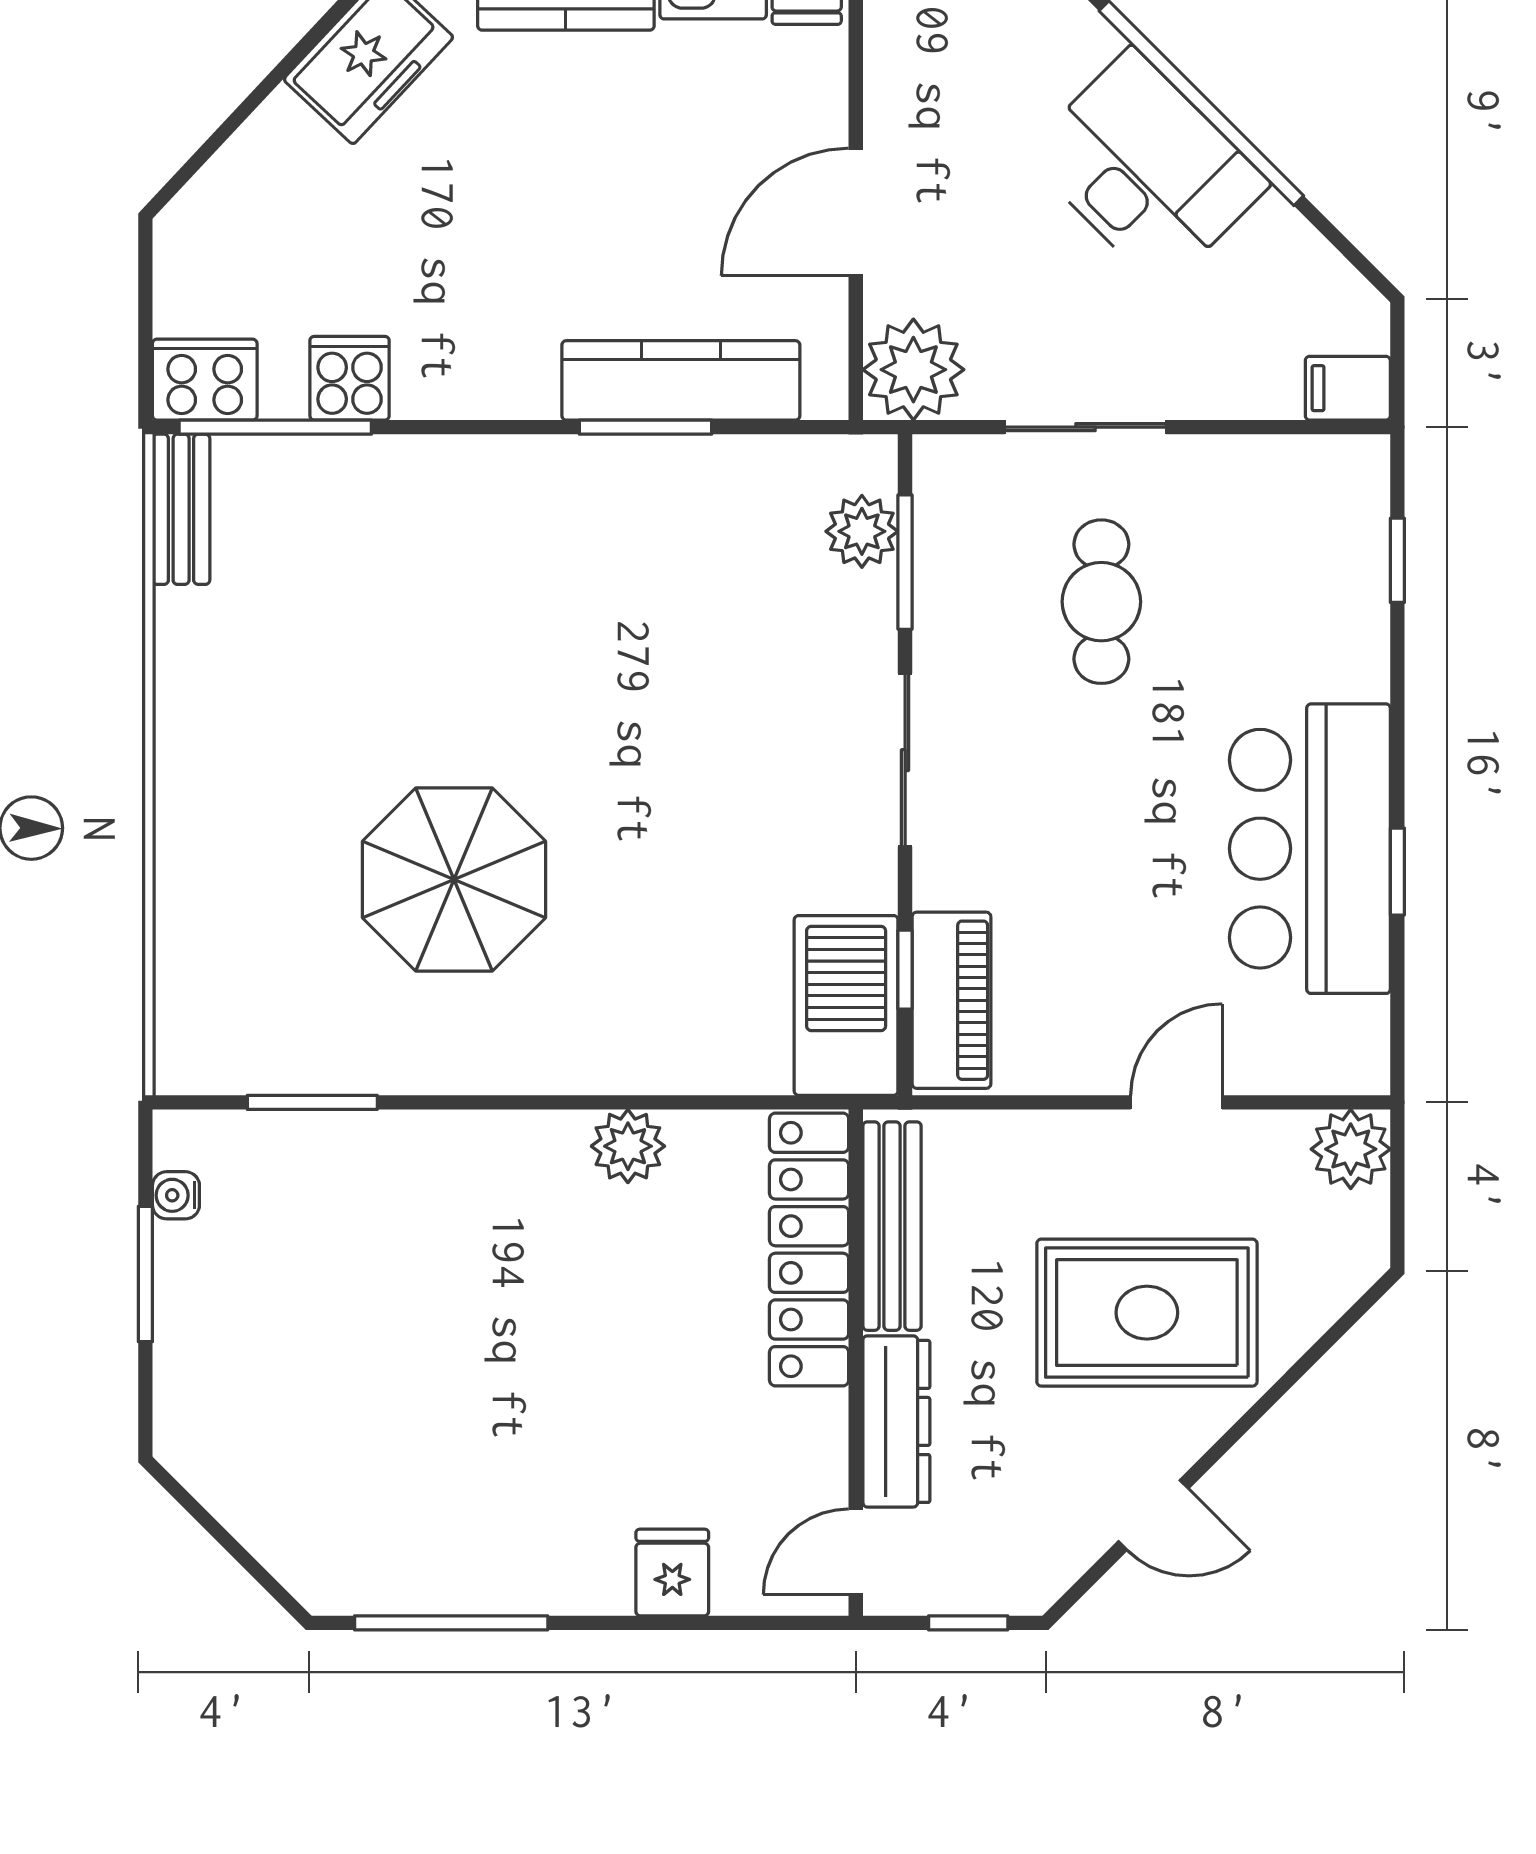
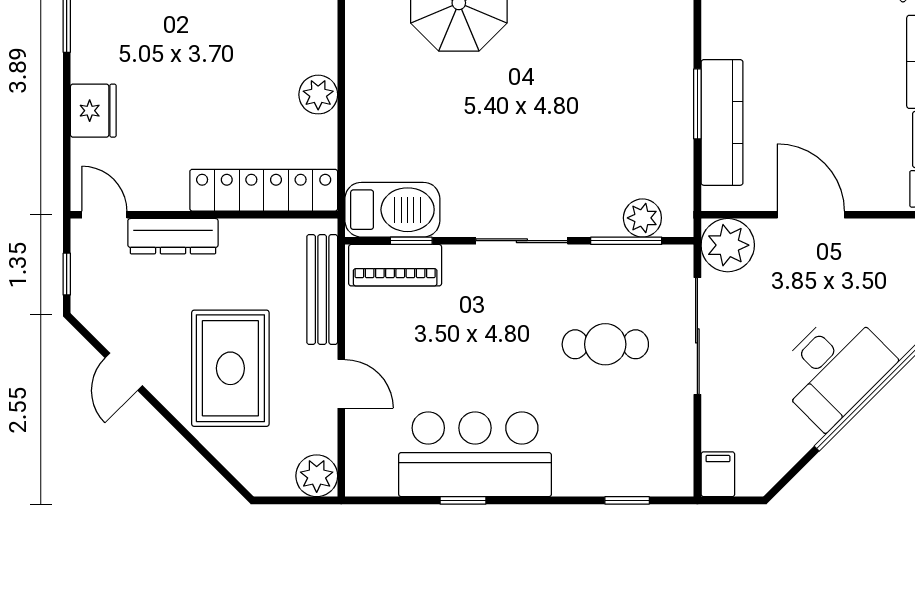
sliding door: (1086, 427) -> (697, 336), width x1.37
bench: (892, 1226) -> (322, 289), moved, turned 90
fridge: (672, 1573) -> (93, 111), width x1.38

